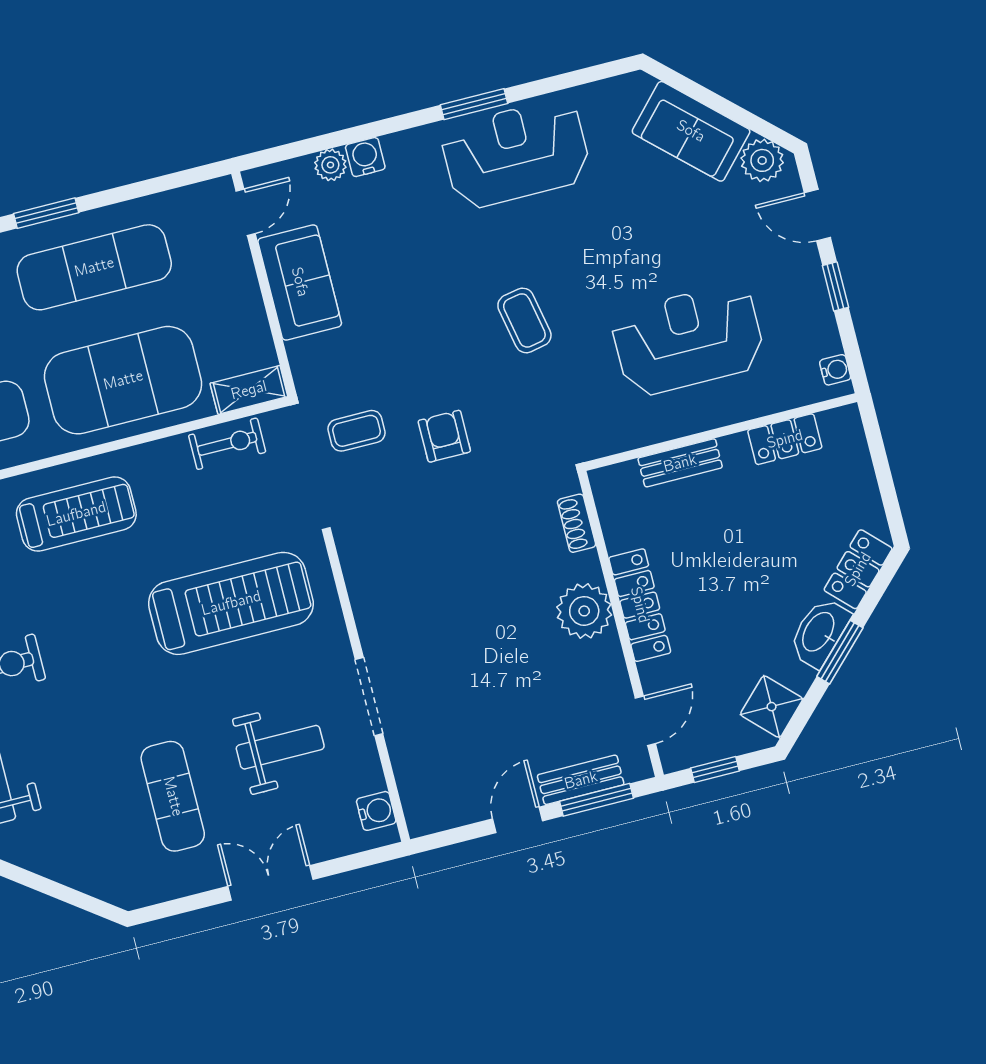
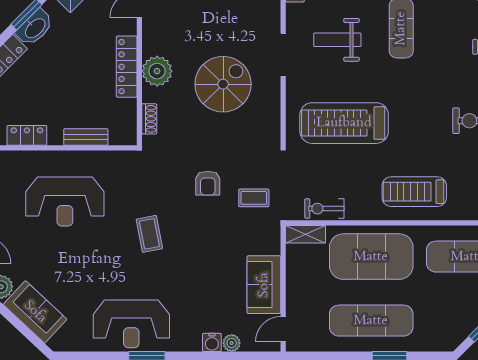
spiral stairs: (462, 618) -> (223, 84), added

